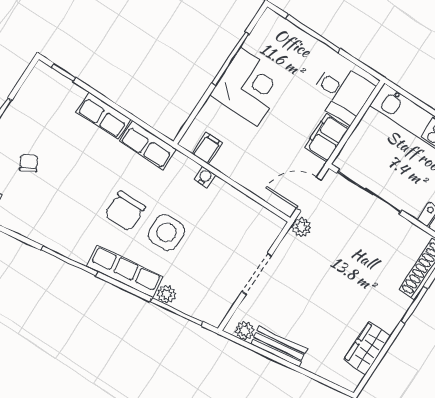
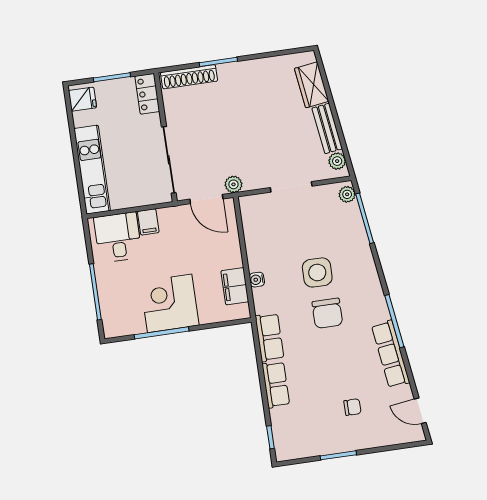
filing cabinet: (327, 137) -> (148, 222), width x0.50
filing cabinet: (207, 148) -> (235, 286), width x2.00
chair: (29, 163) -> (352, 407), turned -151
chair: (125, 211) -> (327, 313), turned 90
row of seats: (125, 271) -> (391, 354), moved
plant: (166, 294) -> (347, 194), moved
wardrobe: (367, 348) -> (312, 85), moved, turned 82

